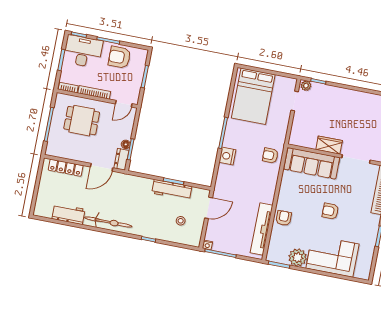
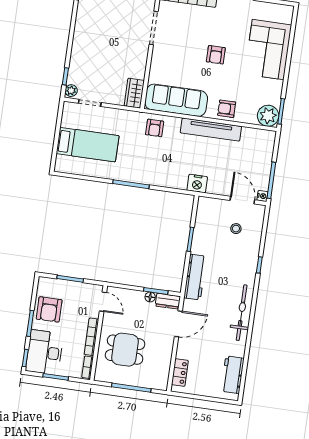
bed: (253, 96) -> (88, 145), width x0.67
dining table: (82, 121) -> (125, 350), turned 90
wardrobe: (329, 145) -> (134, 93), moved
nightstand: (227, 156) -> (197, 184), moved
sofa: (312, 163) -> (176, 100), moved, turned -90
door: (102, 167) -> (178, 324), hinge flipped
locker: (66, 168) -> (180, 373), width x0.66
workbench: (172, 190) -> (195, 277), moved
door: (209, 208) -> (242, 200), moved
workbench: (69, 214) -> (233, 375), moved
tv unit: (262, 229) -> (211, 130), moved
plant: (298, 257) -> (268, 116), moved

